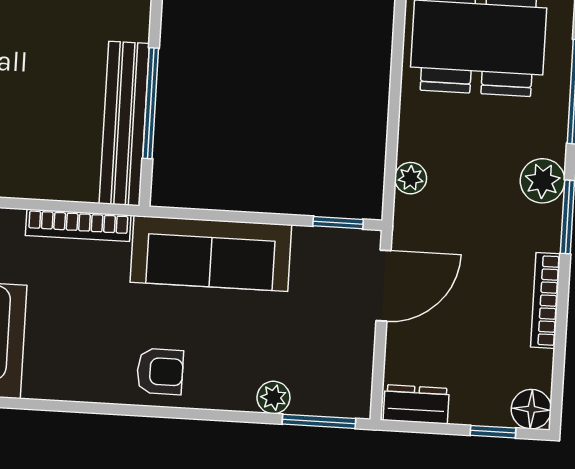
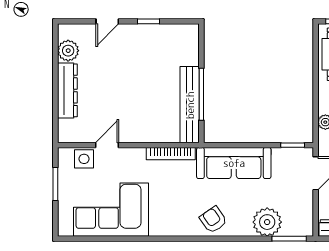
armchair: (160, 371) -> (213, 220), turned -125
plant: (273, 397) -> (267, 222), width x1.88, depth x1.88

